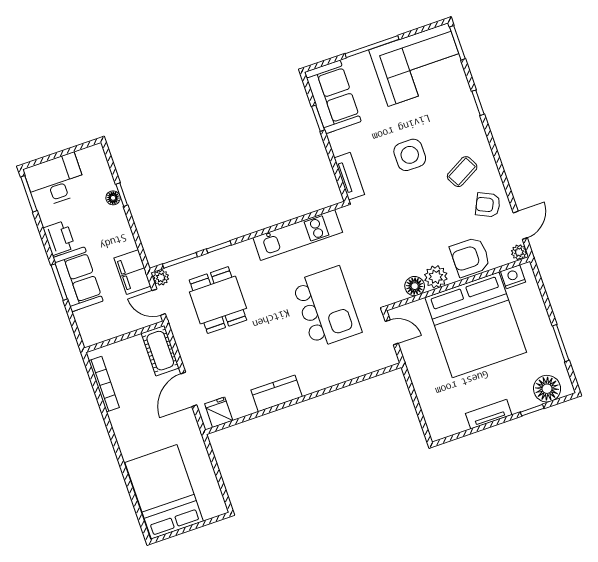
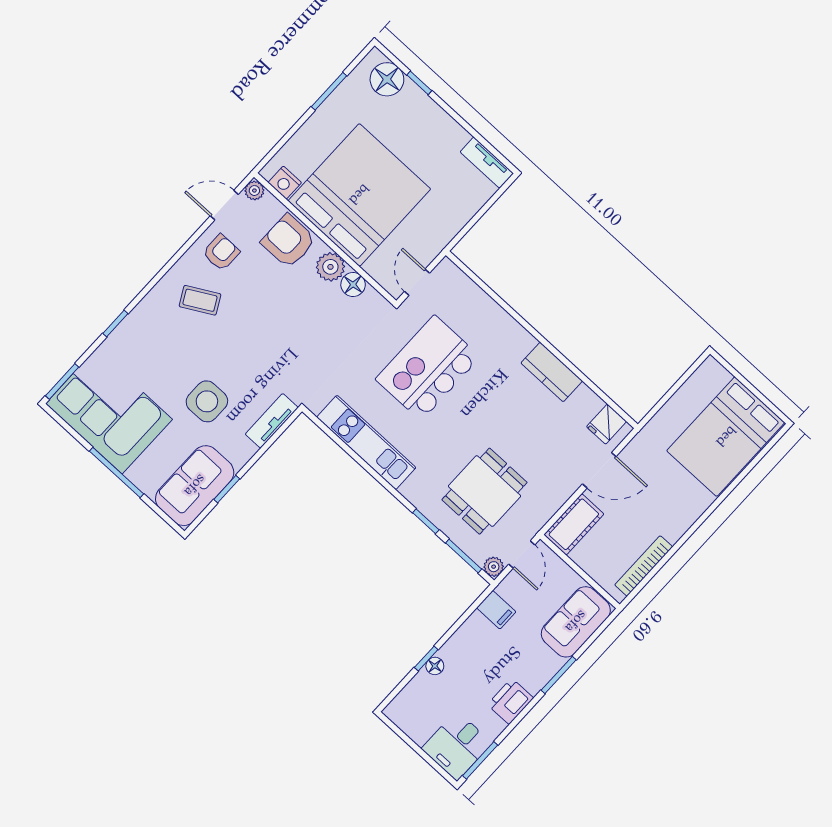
side table: (410, 155) -> (207, 401), moved
desk: (55, 180) -> (457, 746), width x0.73
armchair: (488, 205) -> (221, 253), turned -115
armchair: (470, 257) -> (289, 241), turned 180
filing cabinet: (132, 272) -> (496, 610), width x0.50
sofa: (78, 279) -> (576, 622), moved
tv unit: (489, 414) -> (487, 163), moved

